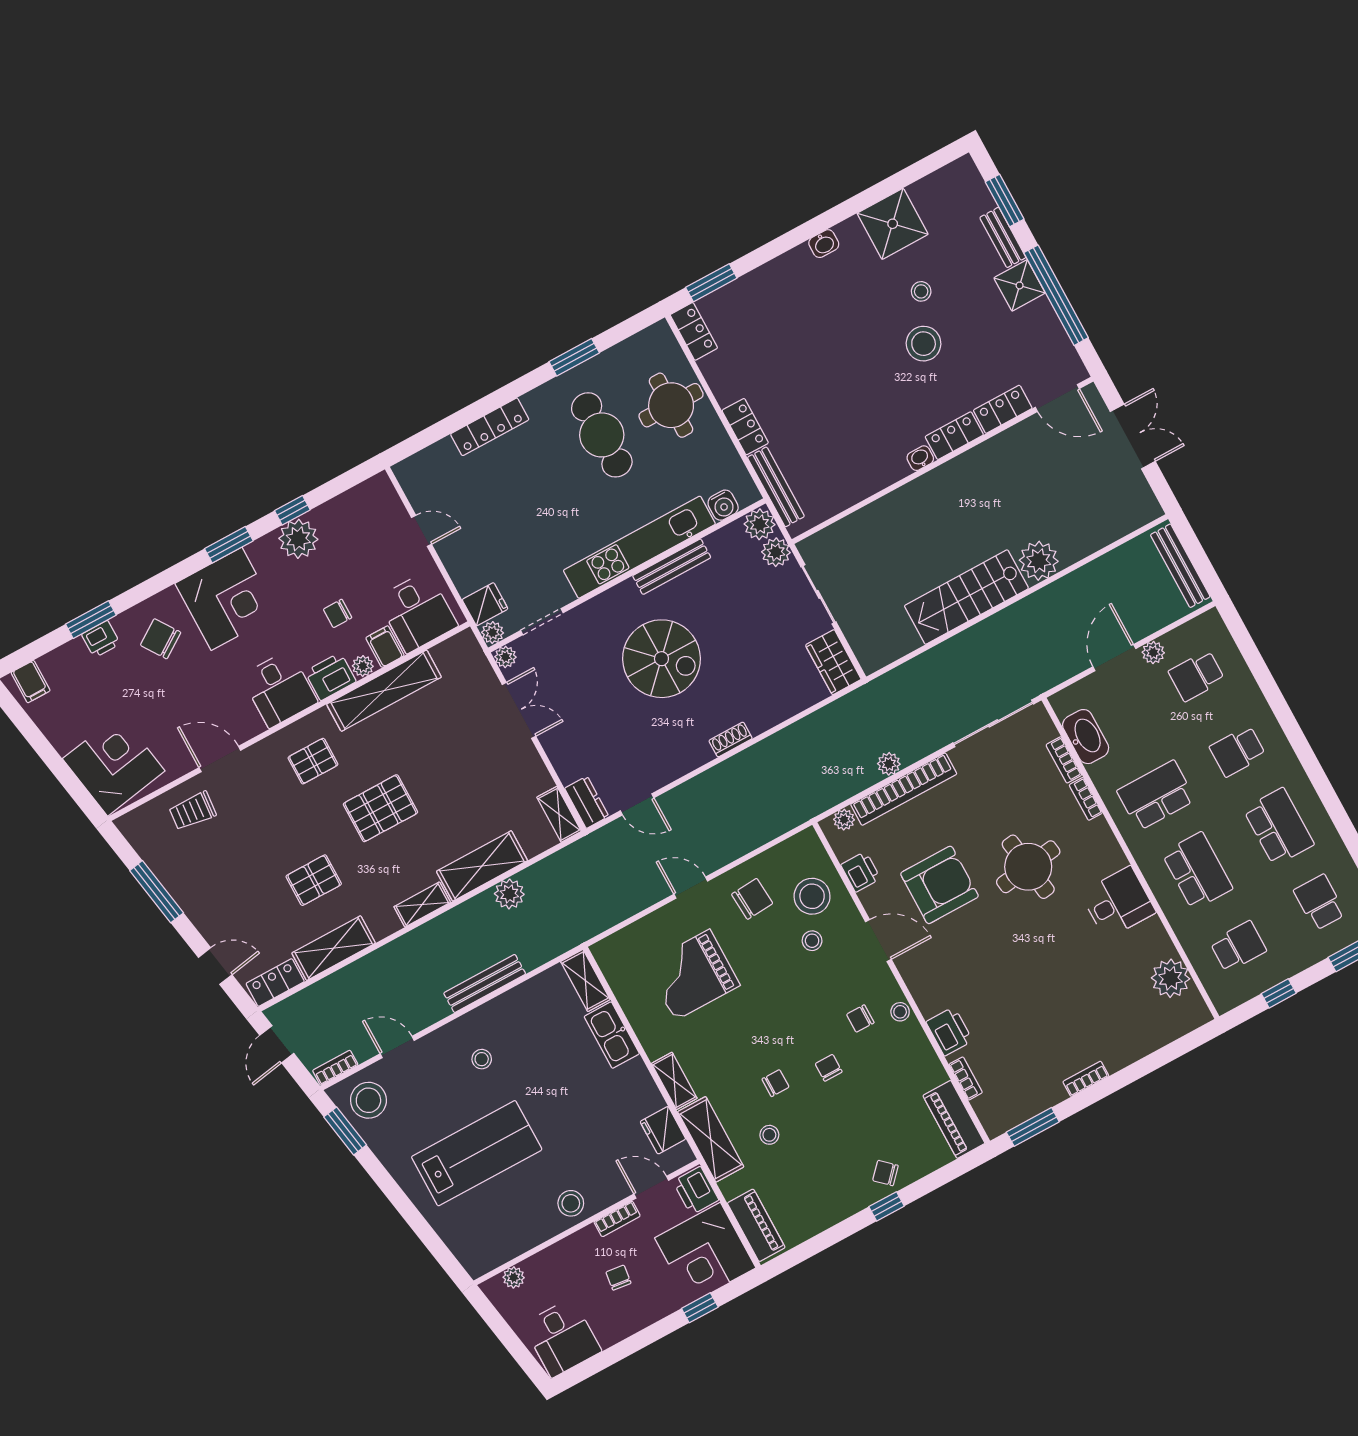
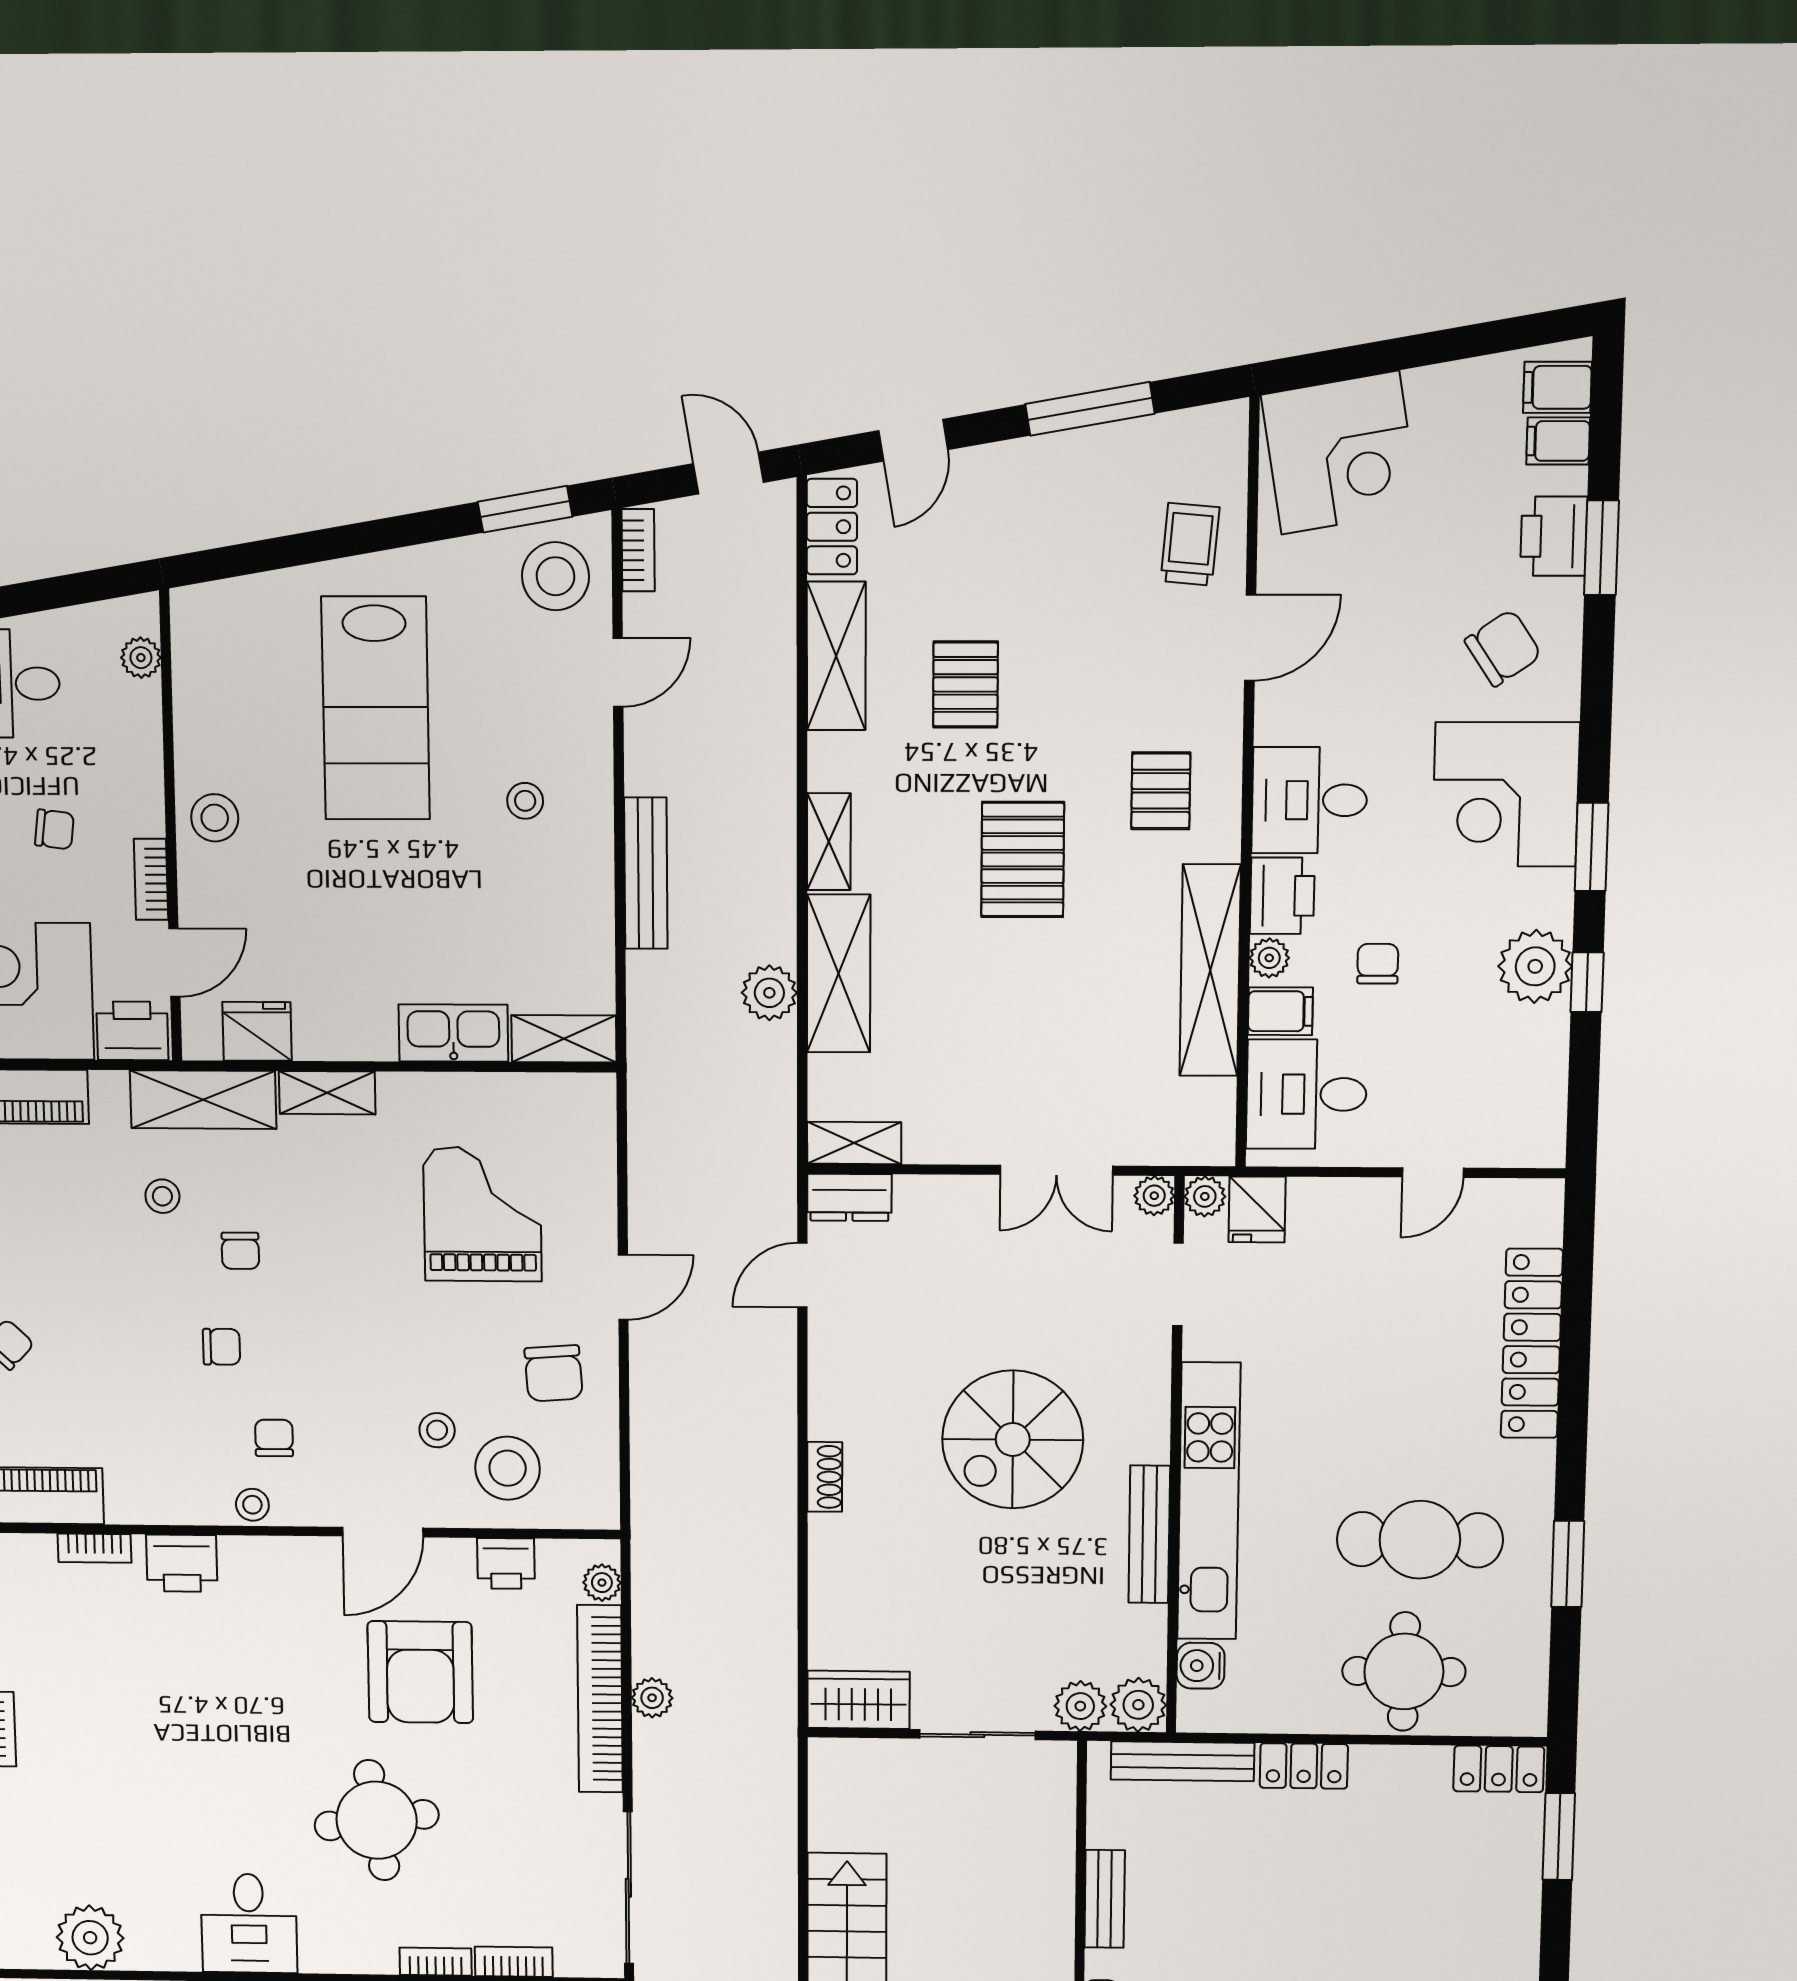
locker: (490, 427) -> (1532, 1344), width x1.41, depth x1.21
bench: (867, 486) -> (1105, 1899), added
printer: (101, 639) -> (1554, 536), width x1.36, depth x1.24
filing cabinet: (54, 667) -> (1558, 441), added

